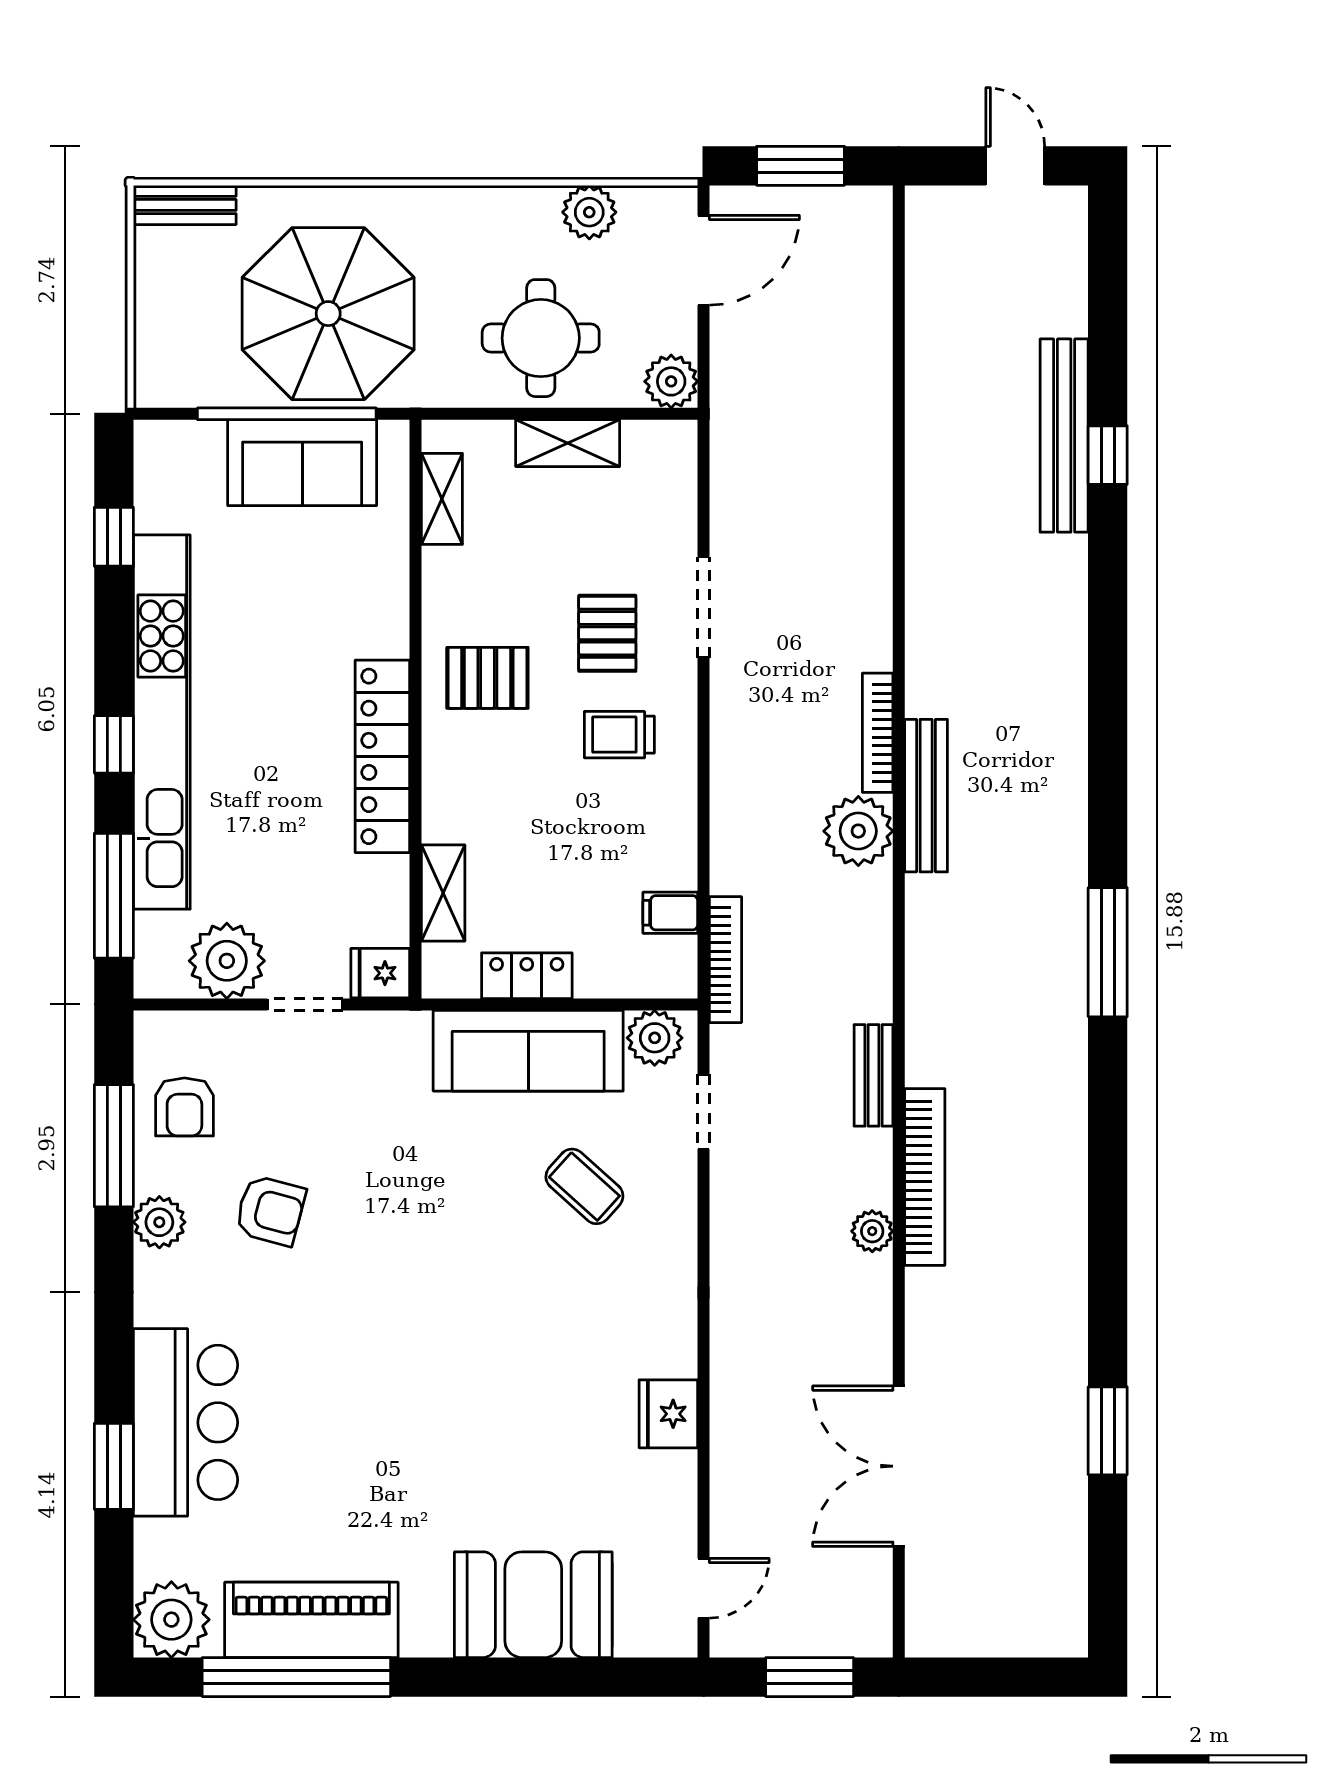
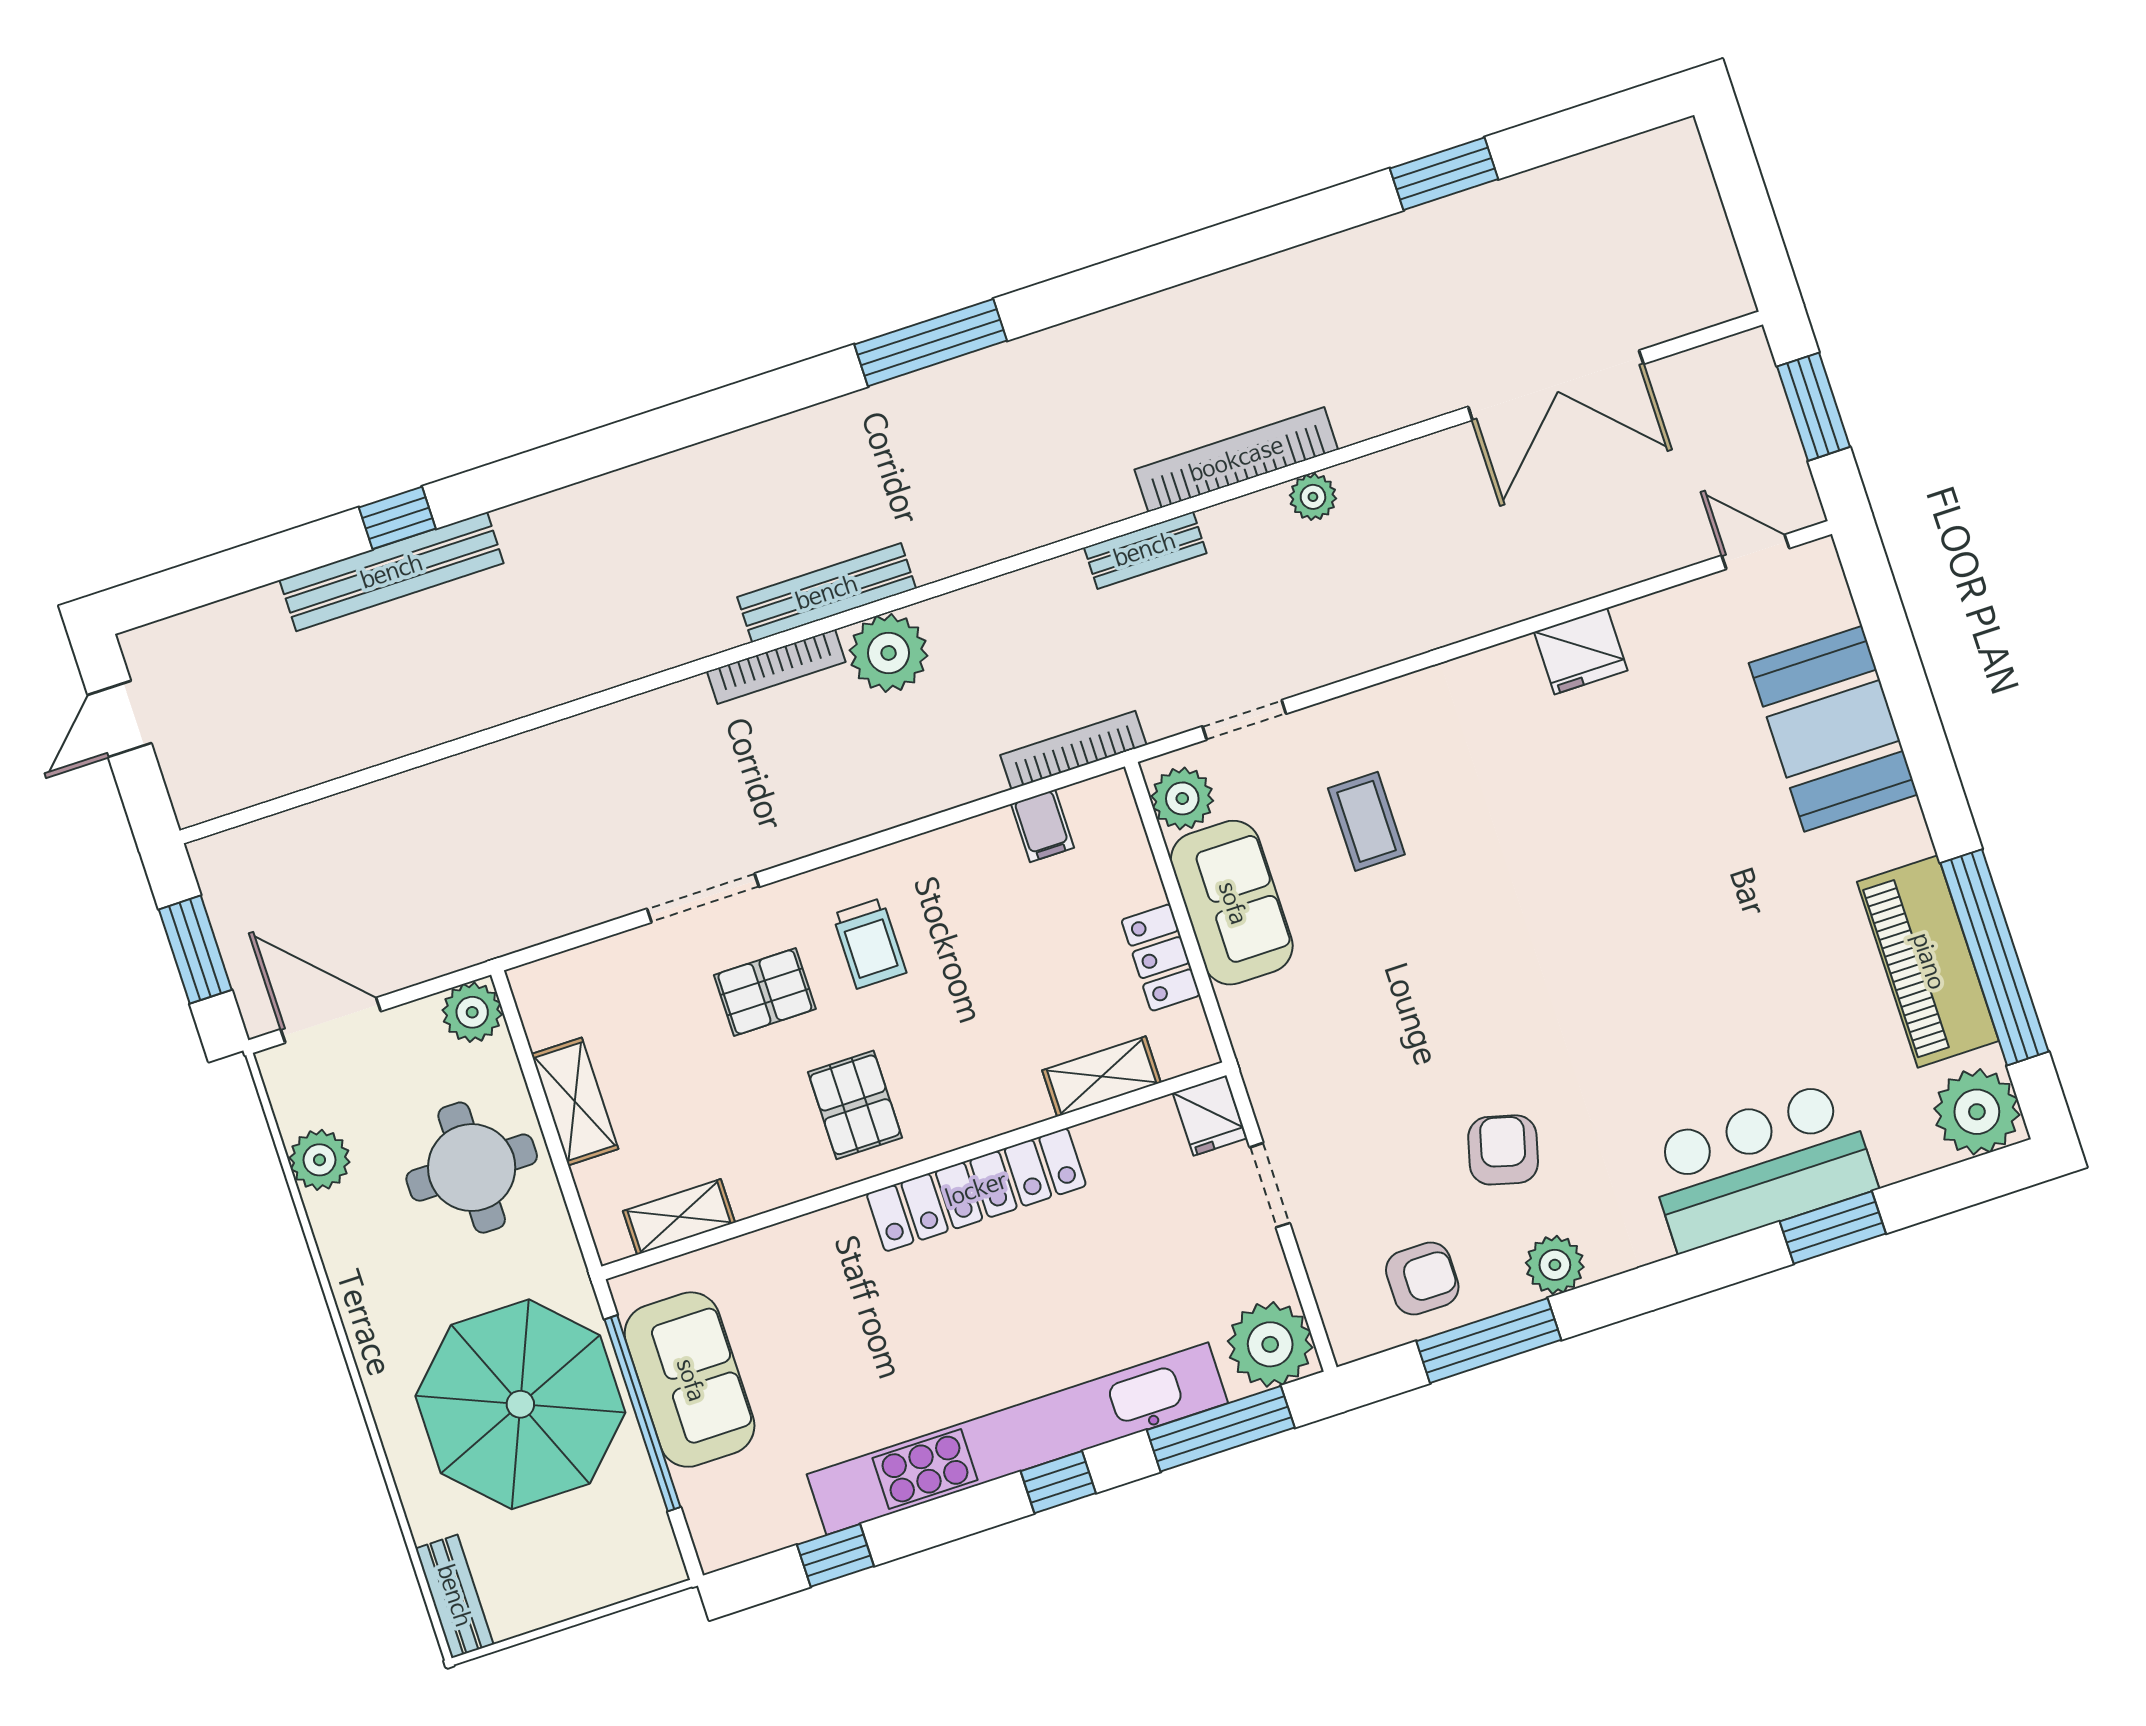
plant: (227, 961) -> (1270, 1344), moved
sofa: (528, 1051) -> (1232, 903), width x0.73
coffee table: (584, 1186) -> (1366, 821), turned -42

